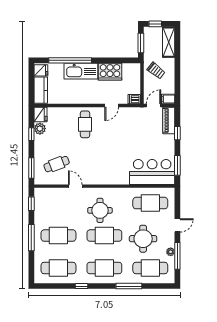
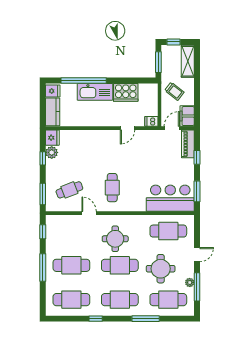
filing cabinet: (168, 99) -> (187, 116), width x2.00
cafe table: (85, 124) -> (112, 188), moved

